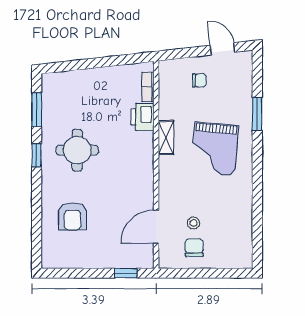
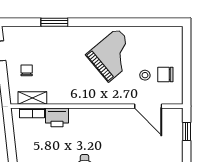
shelving: (166, 137) -> (32, 98), moved
grand piano: (215, 149) -> (113, 55), moved, turned -45

